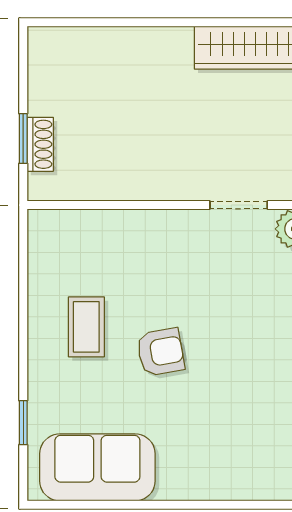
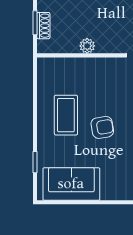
plant: (130, 186) -> (87, 46), added
coffee table: (86, 327) -> (66, 115), width x1.36, depth x1.30

